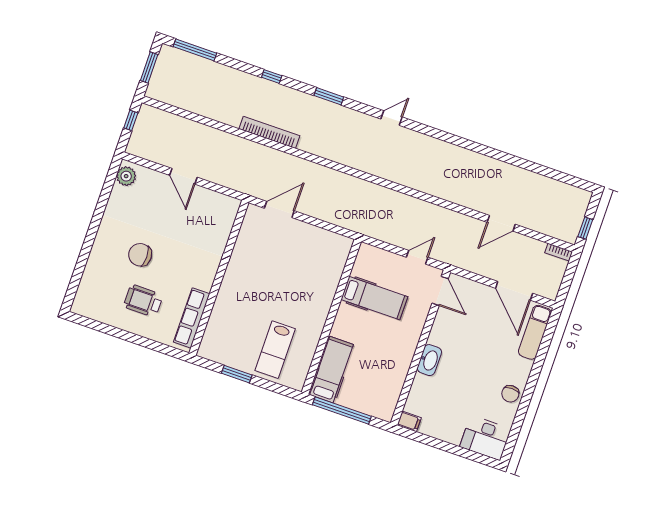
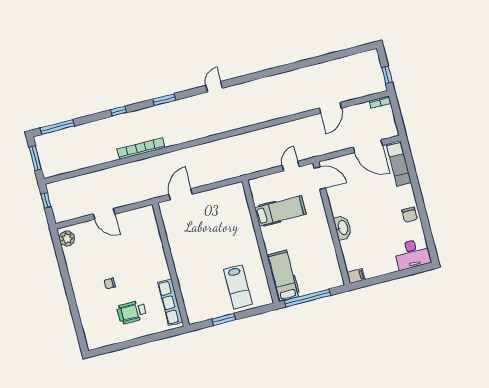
chair: (140, 255) -> (110, 283), width x0.54, depth x0.54

